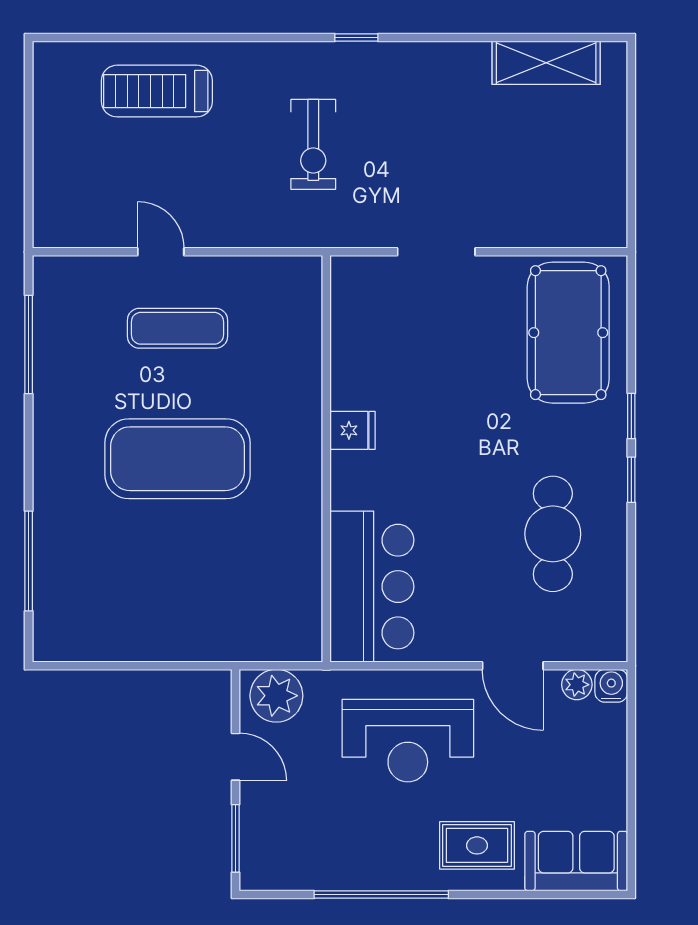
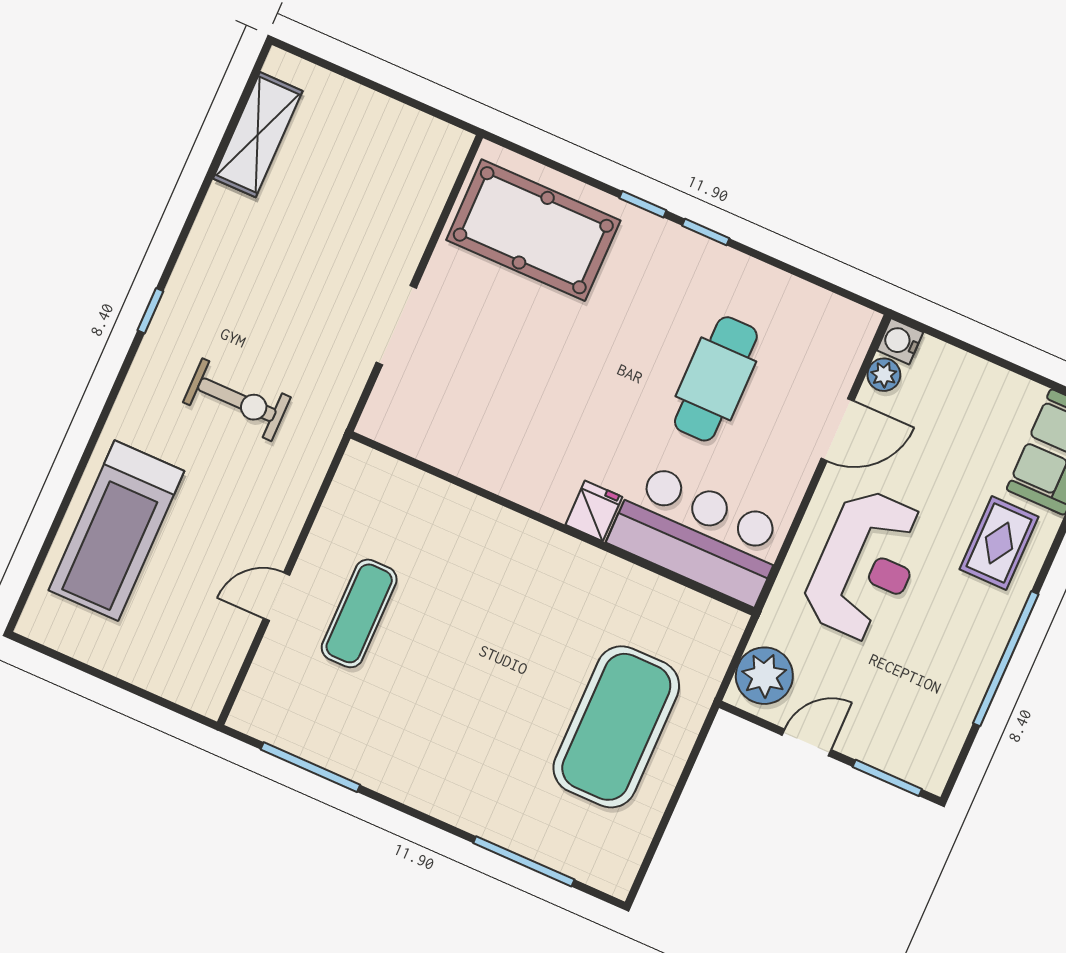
treadmill: (157, 91) -> (116, 531), width x1.37, depth x1.38
fridge: (353, 430) -> (594, 511), moved
exercise mat: (177, 459) -> (616, 727), moved
cafe table: (553, 534) -> (716, 379), moved, turned 90

